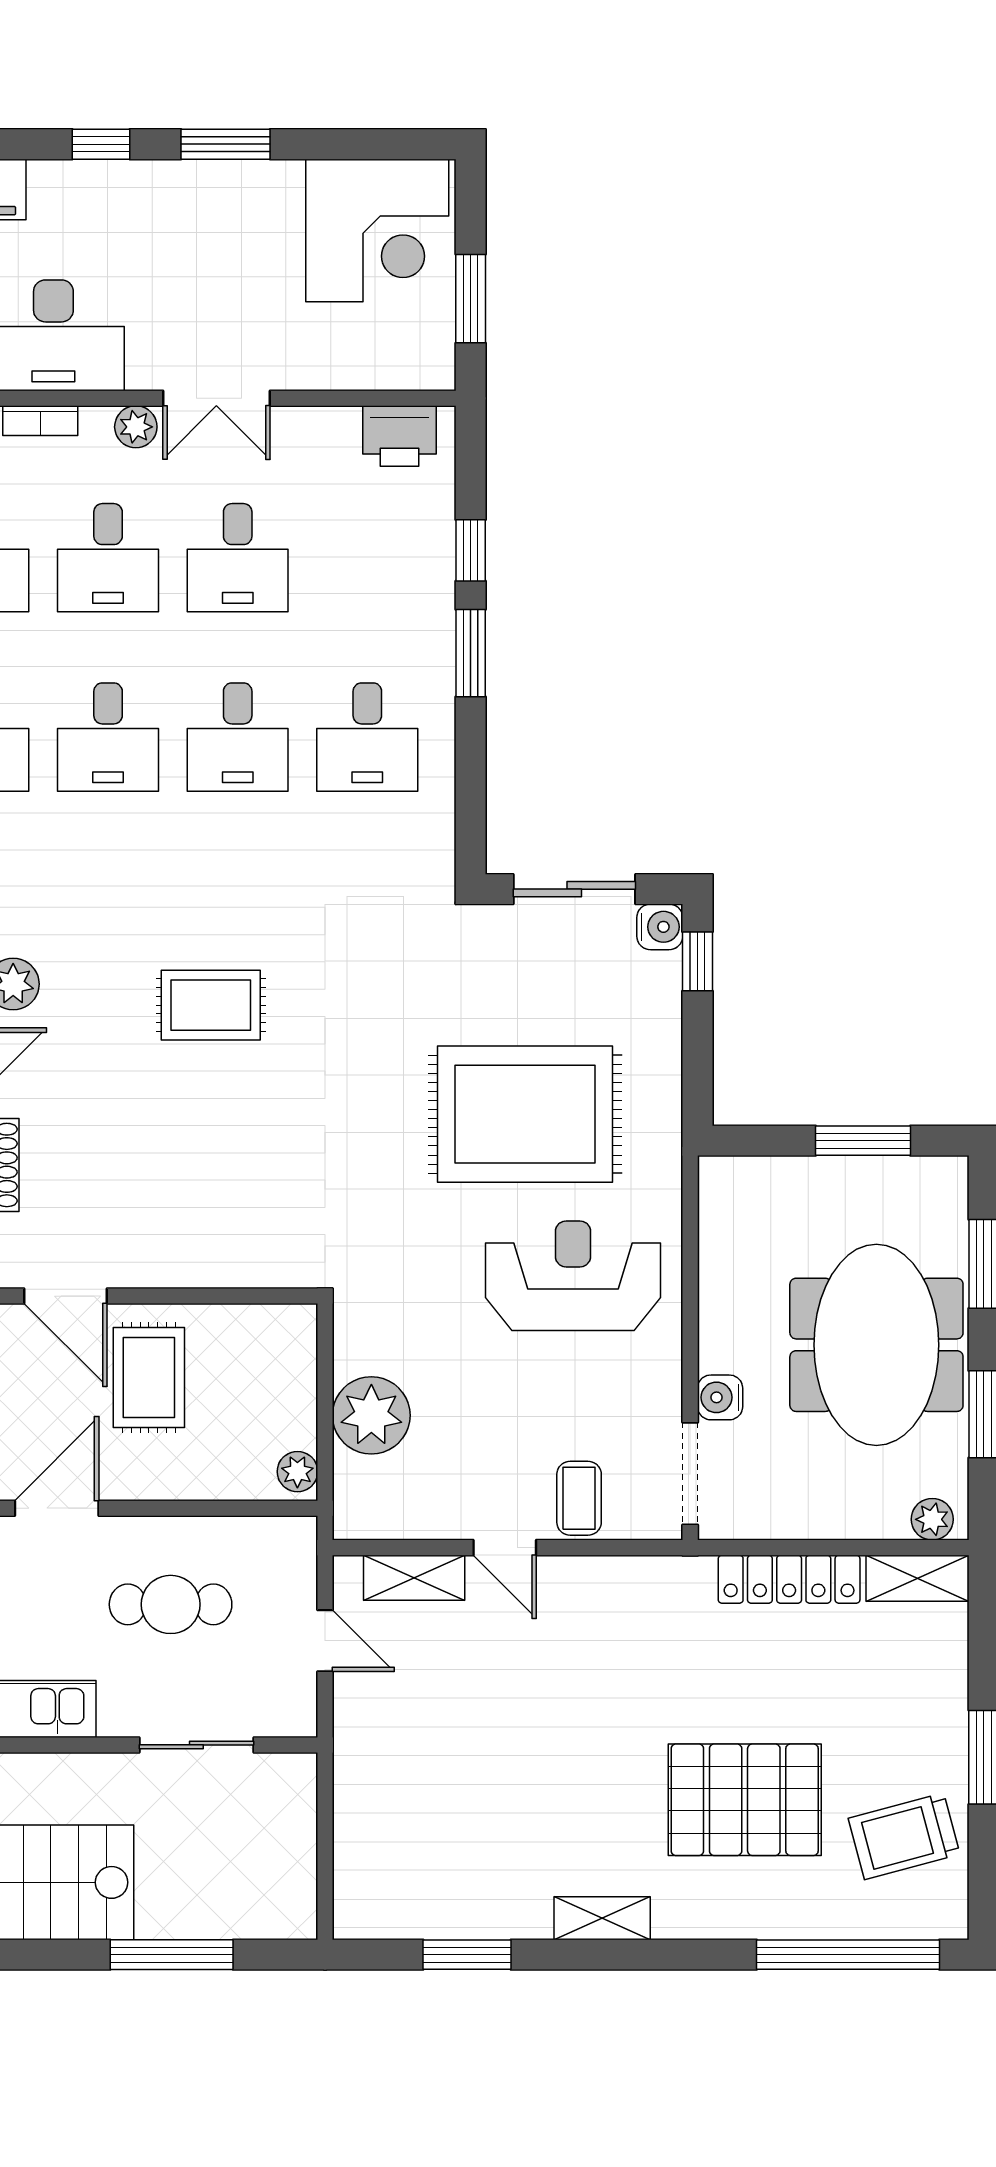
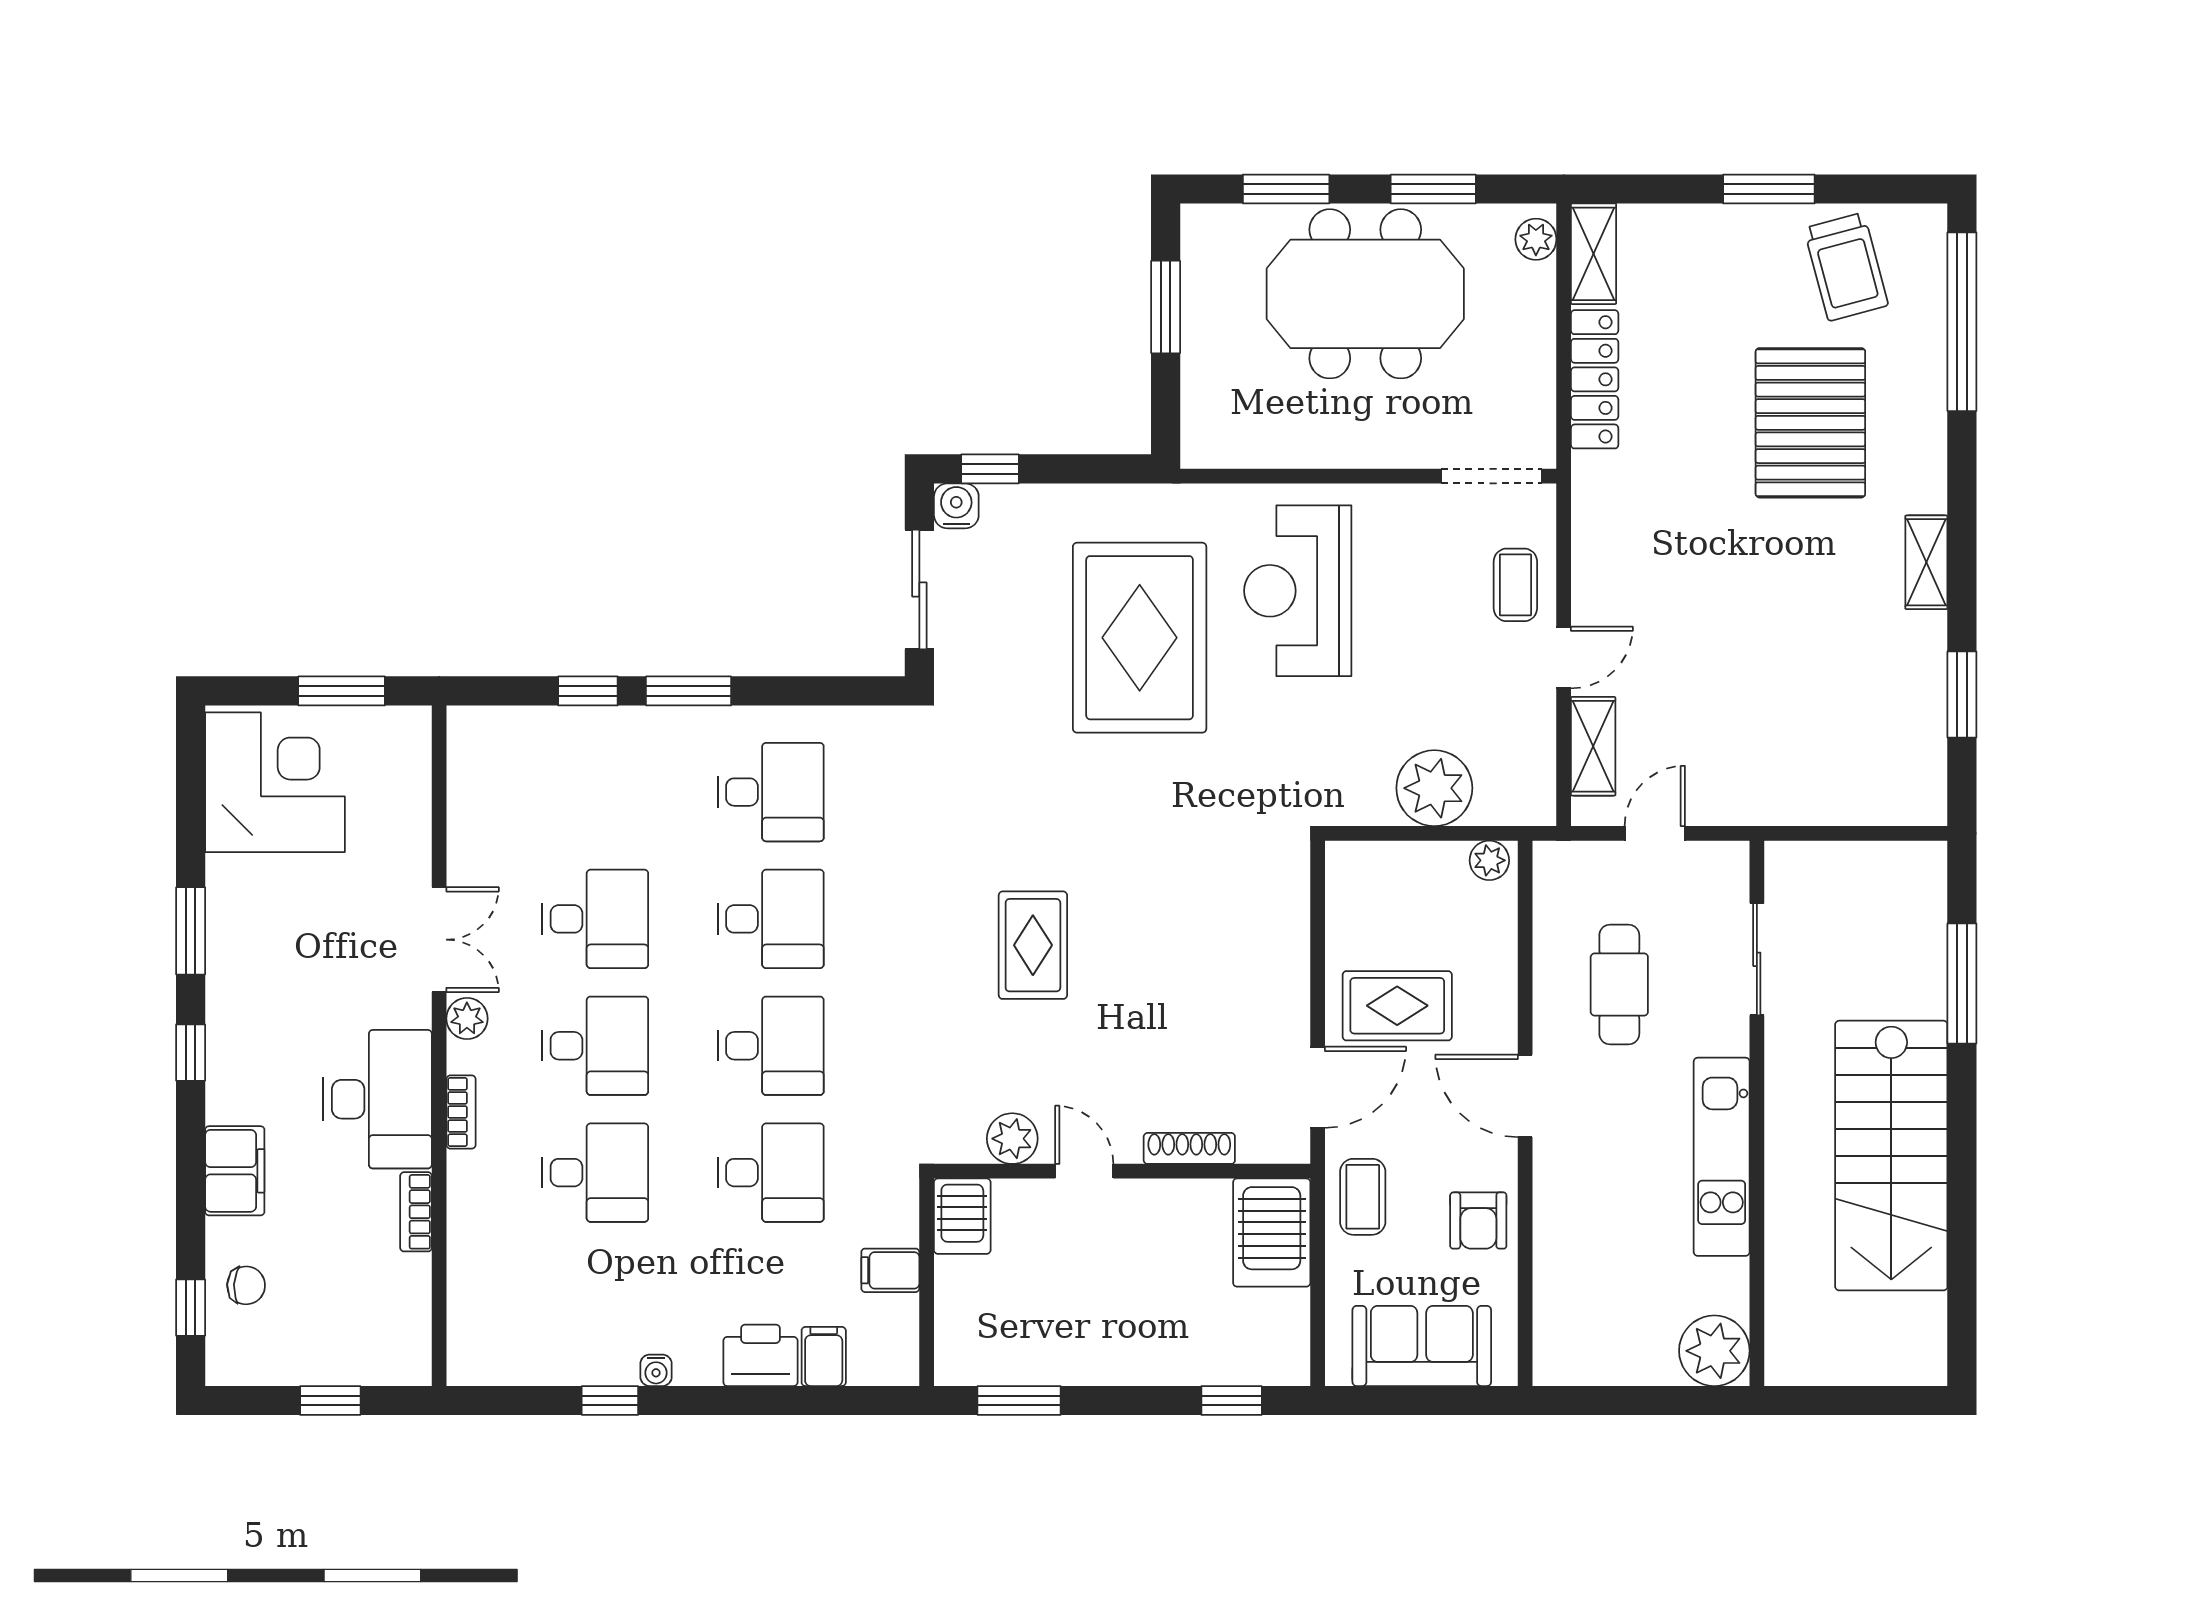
printer: (399, 436) -> (476, 761), removed
water cooler: (720, 1397) -> (1417, 447), removed
coffee table: (579, 1498) -> (1515, 585), turned 90

